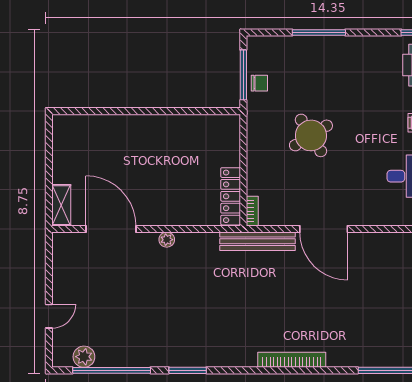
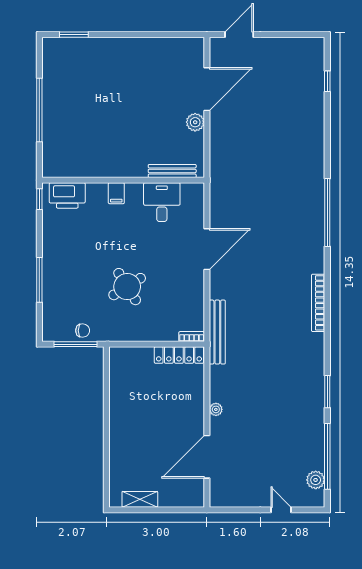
chair: (259, 83) -> (83, 331), turned 90
shelving: (61, 205) -> (140, 499), moved
door: (324, 229) -> (207, 249), moved

